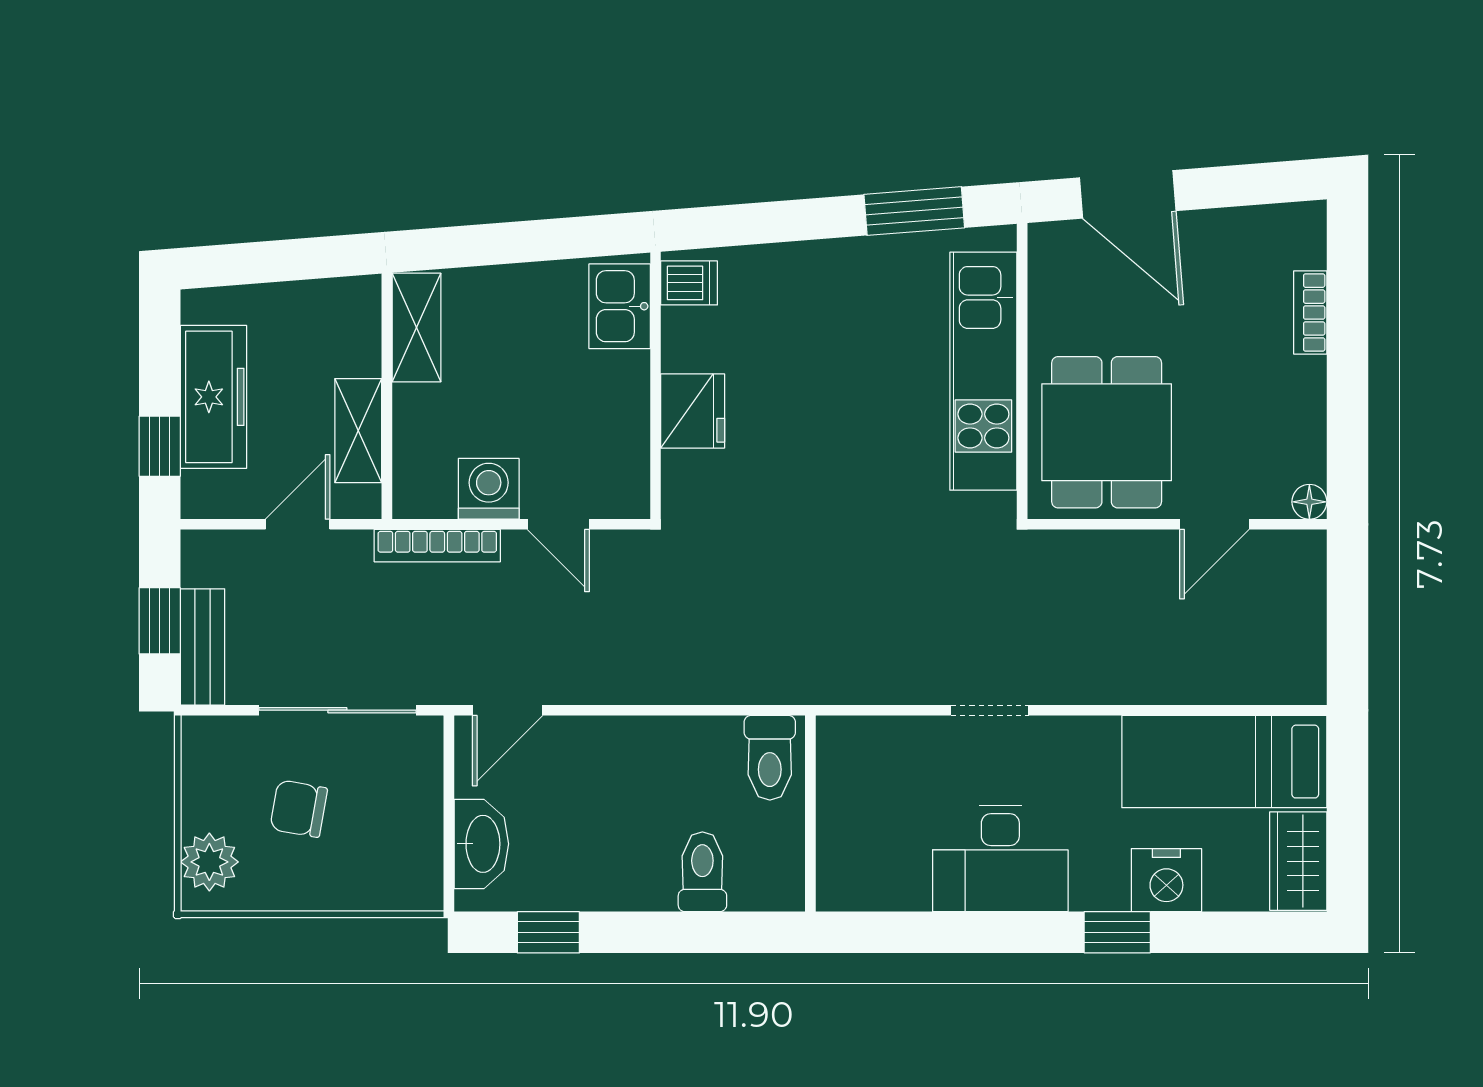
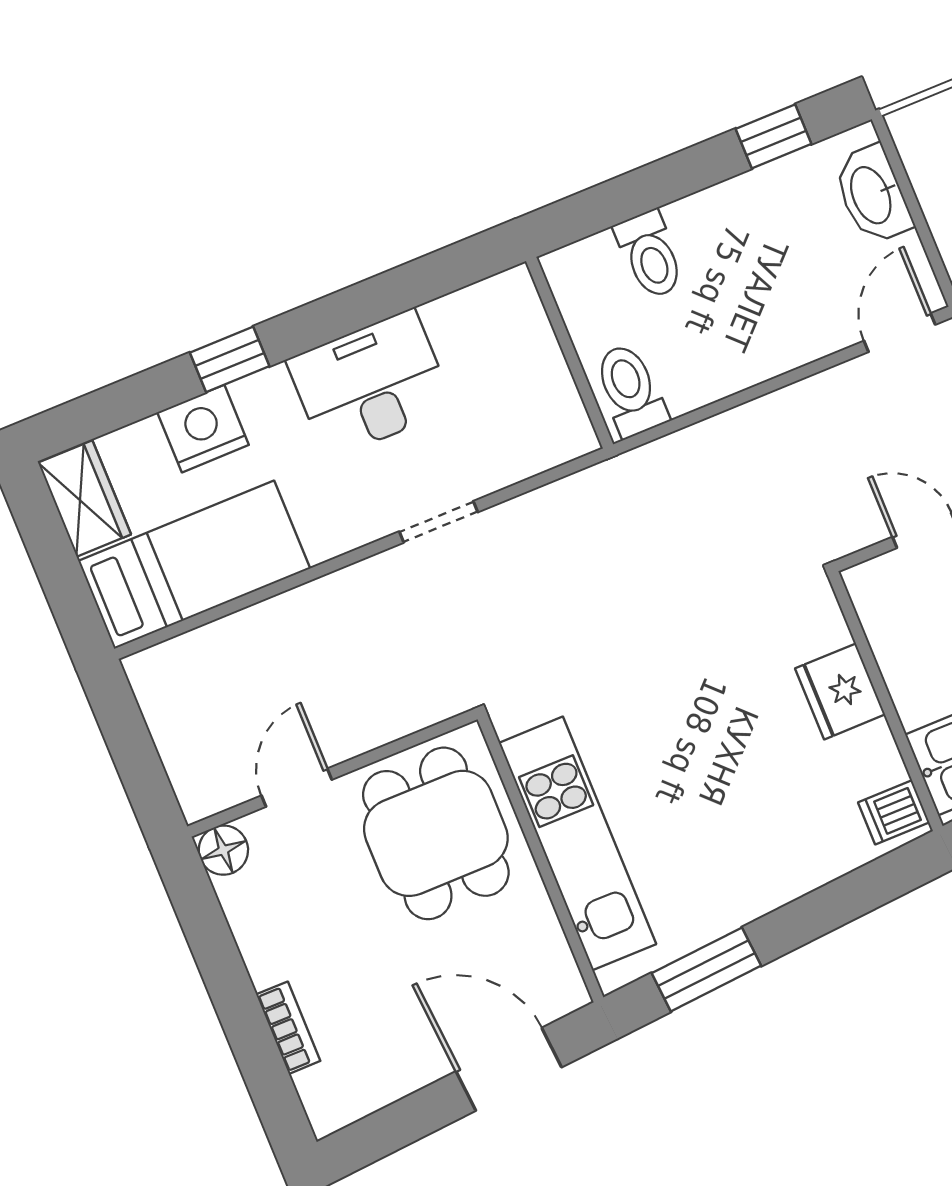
floor lamp: (1309, 502) -> (223, 850), width x1.37, depth x1.37

